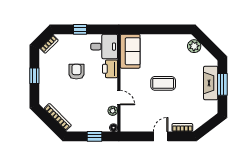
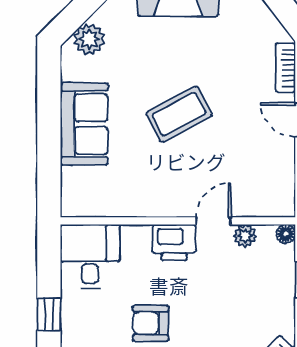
sofa: (130, 51) -> (84, 124), moved, turned 90
printer: (110, 69) -> (174, 242), moved
coffee table: (163, 83) -> (179, 114), turned 62

